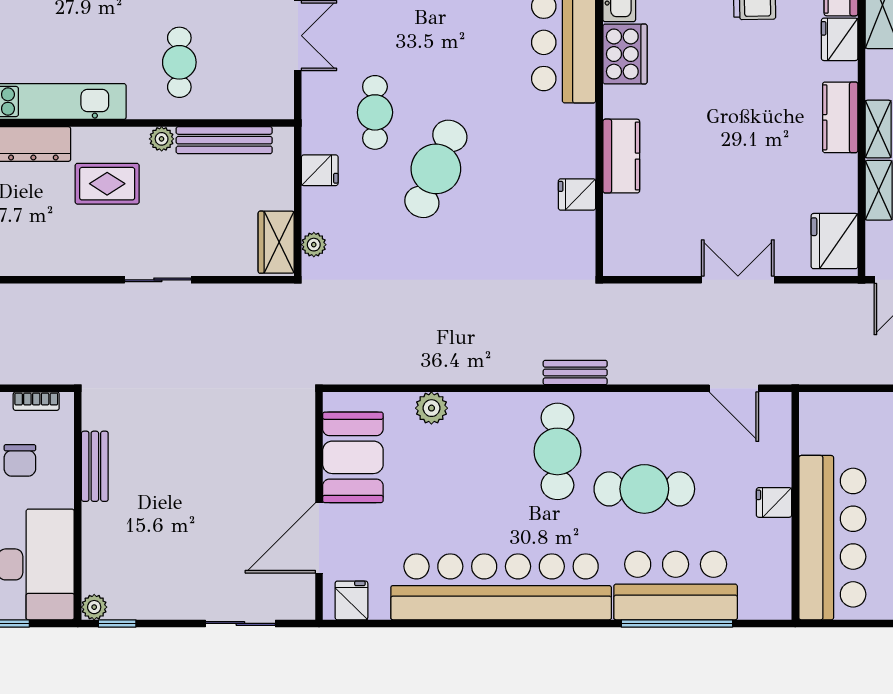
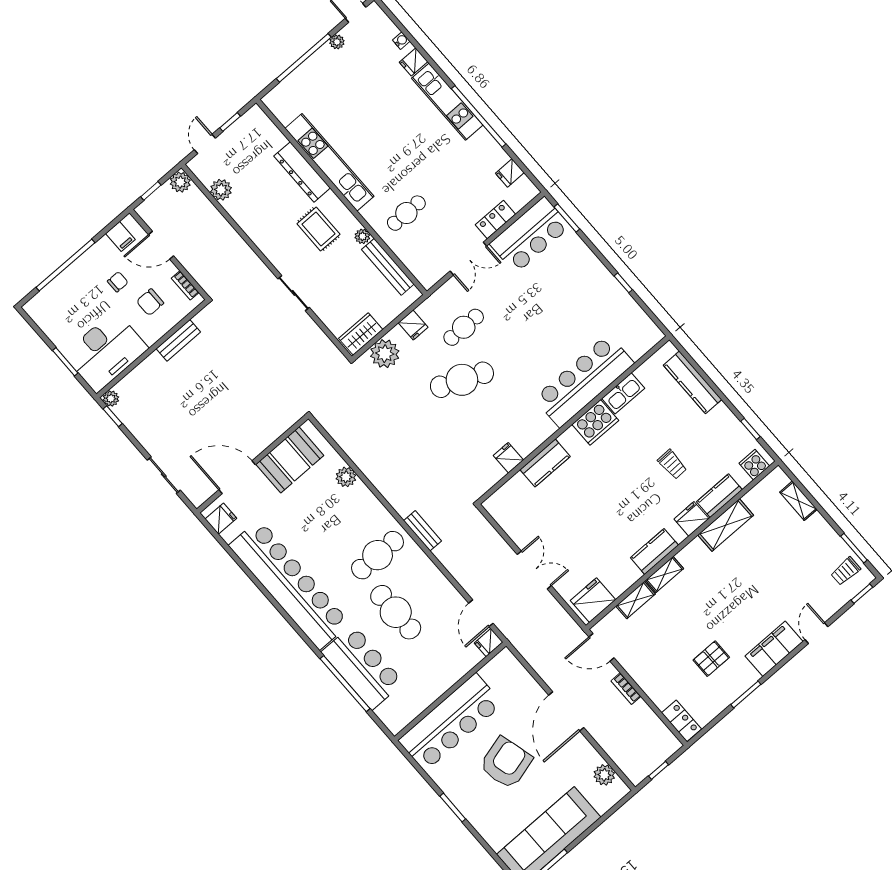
plant: (314, 245) -> (385, 354), width x1.88, depth x1.88
fridge: (774, 502) -> (489, 643), moved, turned -90

